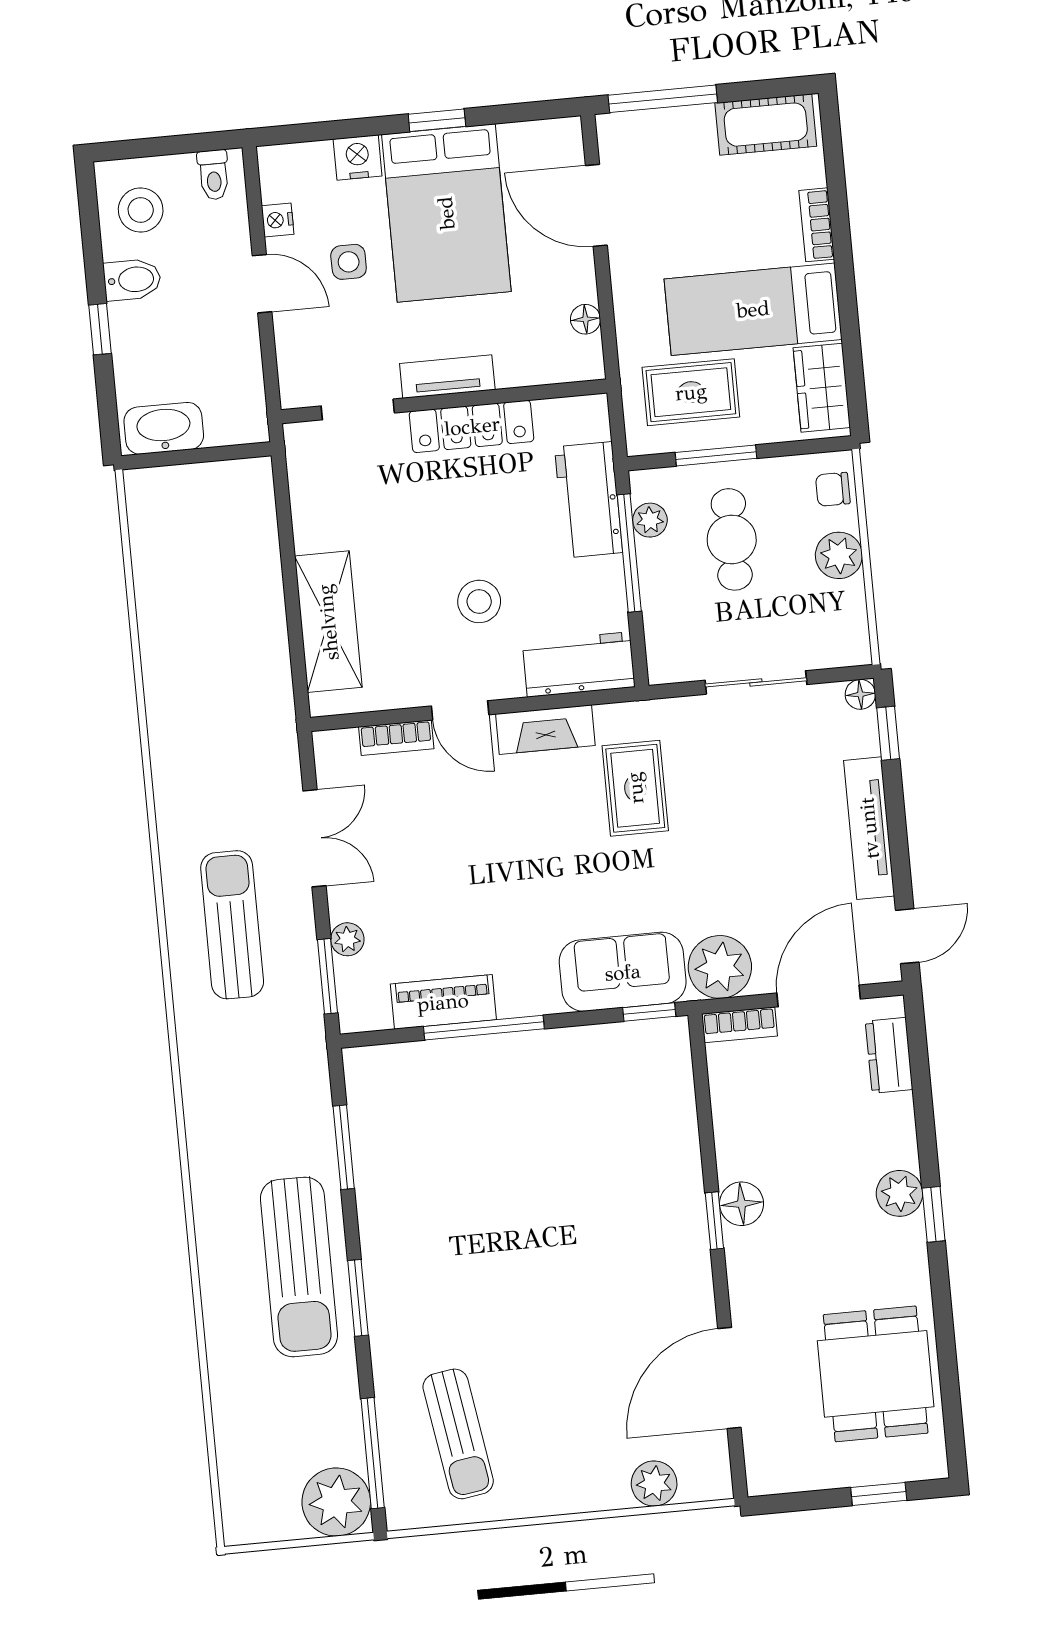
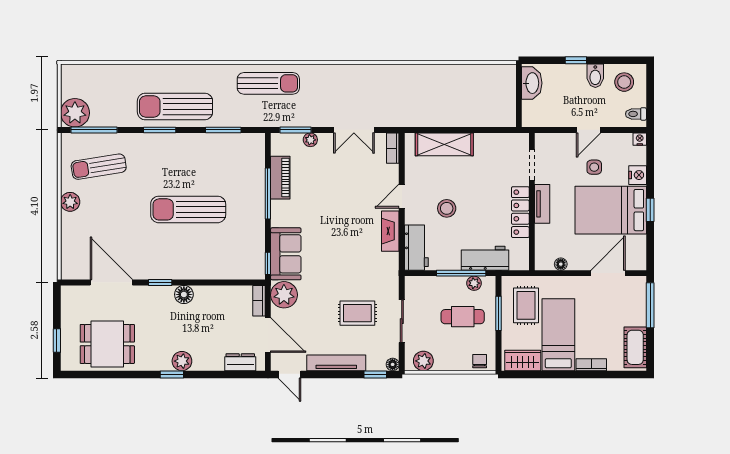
nightstand: (278, 220) -> (640, 139), moved
plant: (839, 555) -> (423, 361), moved
bookcase: (396, 738) -> (393, 148), moved
rug: (635, 788) -> (357, 313), moved
sun lounger: (232, 925) -> (268, 83), moved
sun lounger: (539, 1213) -> (188, 209), added
window: (714, 1221) -> (160, 282), moved
plant: (654, 1483) -> (70, 202), moved

